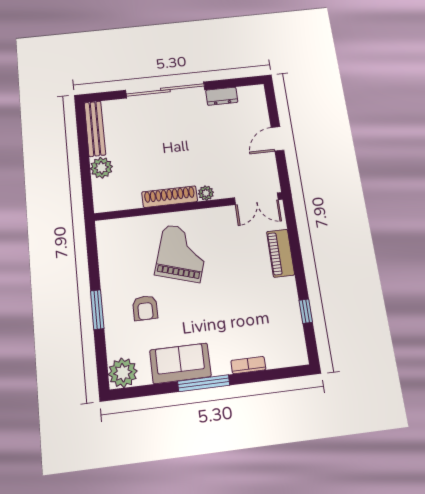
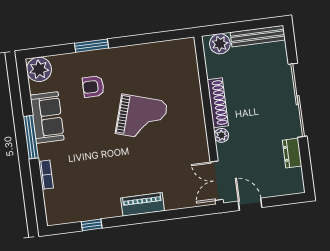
plant: (206, 193) -> (221, 135), moved
shoe rack: (170, 197) -> (218, 103), moved
double door: (256, 199) -> (217, 181), moved
wall: (189, 206) -> (209, 120), moved

